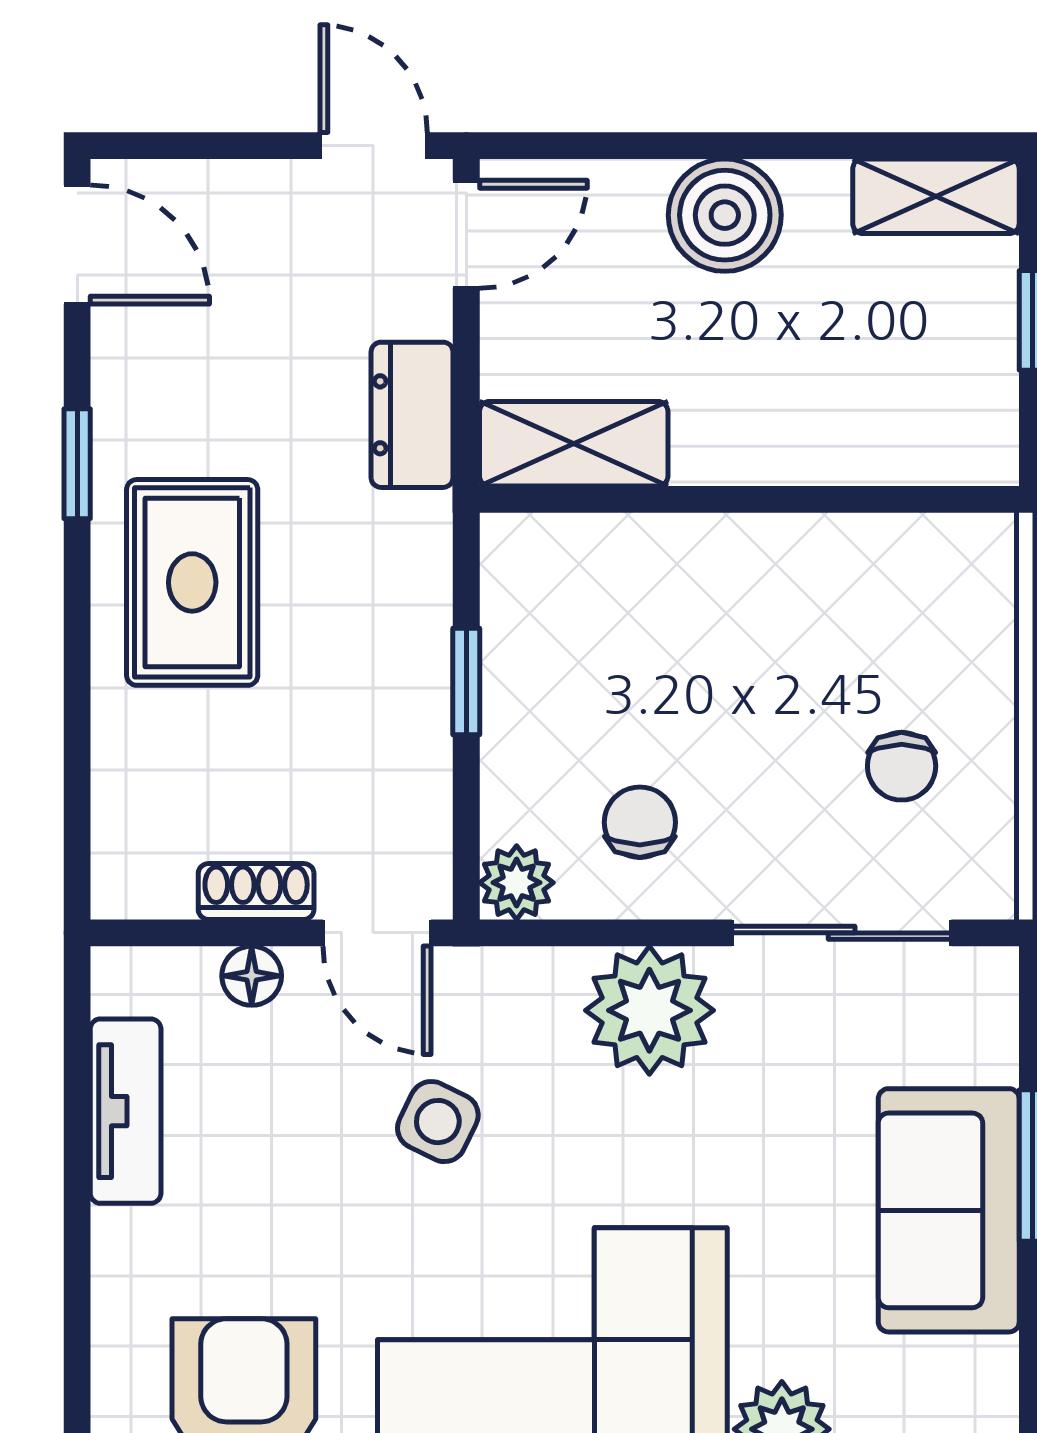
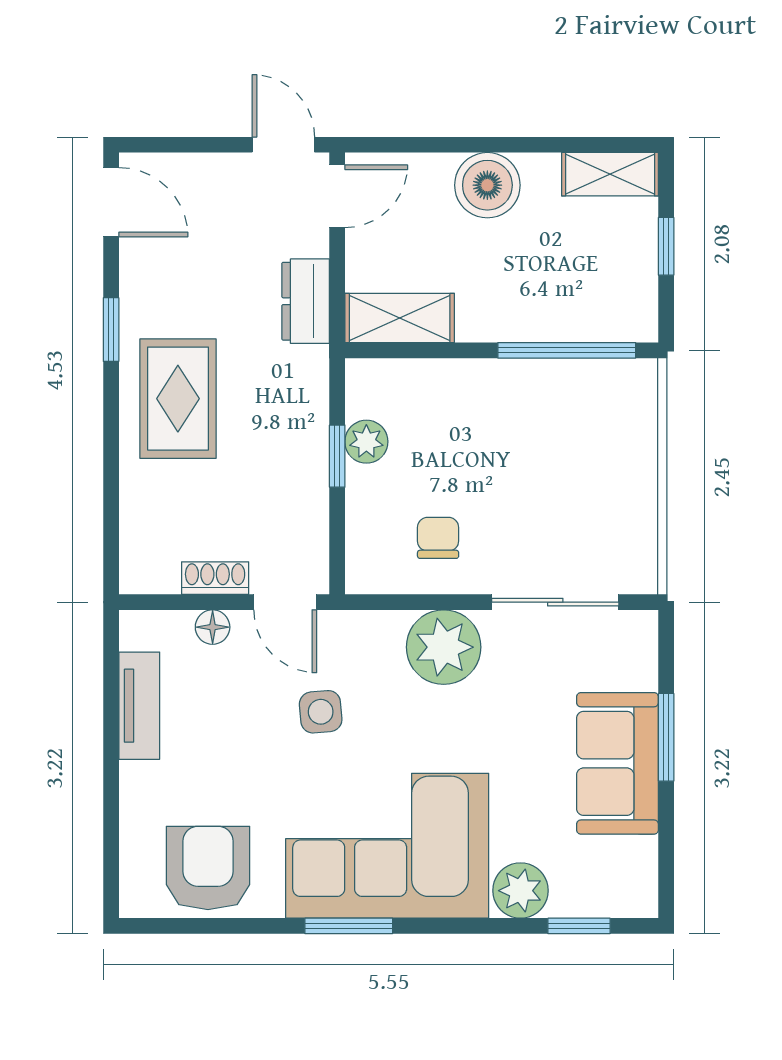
window: (861, 499) -> (567, 350), added
chair: (902, 766) -> (590, 505), removed
plant: (517, 883) -> (366, 442), moved
side table: (438, 1122) -> (321, 712), turned -31

